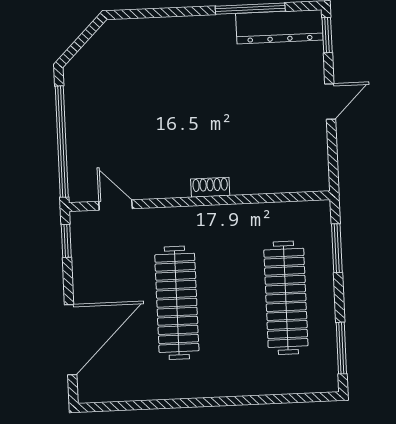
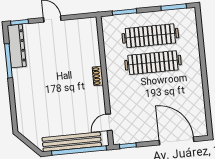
bench: (80, 128) -> (72, 142), added
clothes rail: (177, 303) -> (153, 63), moved

